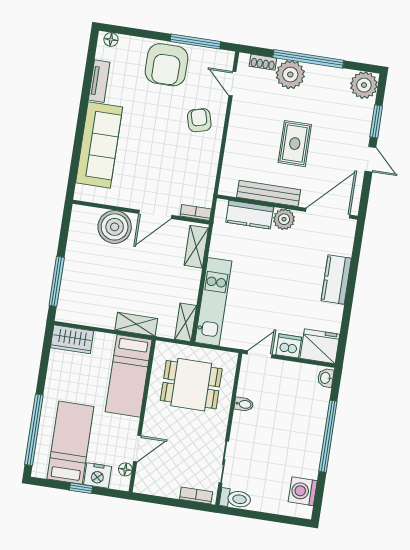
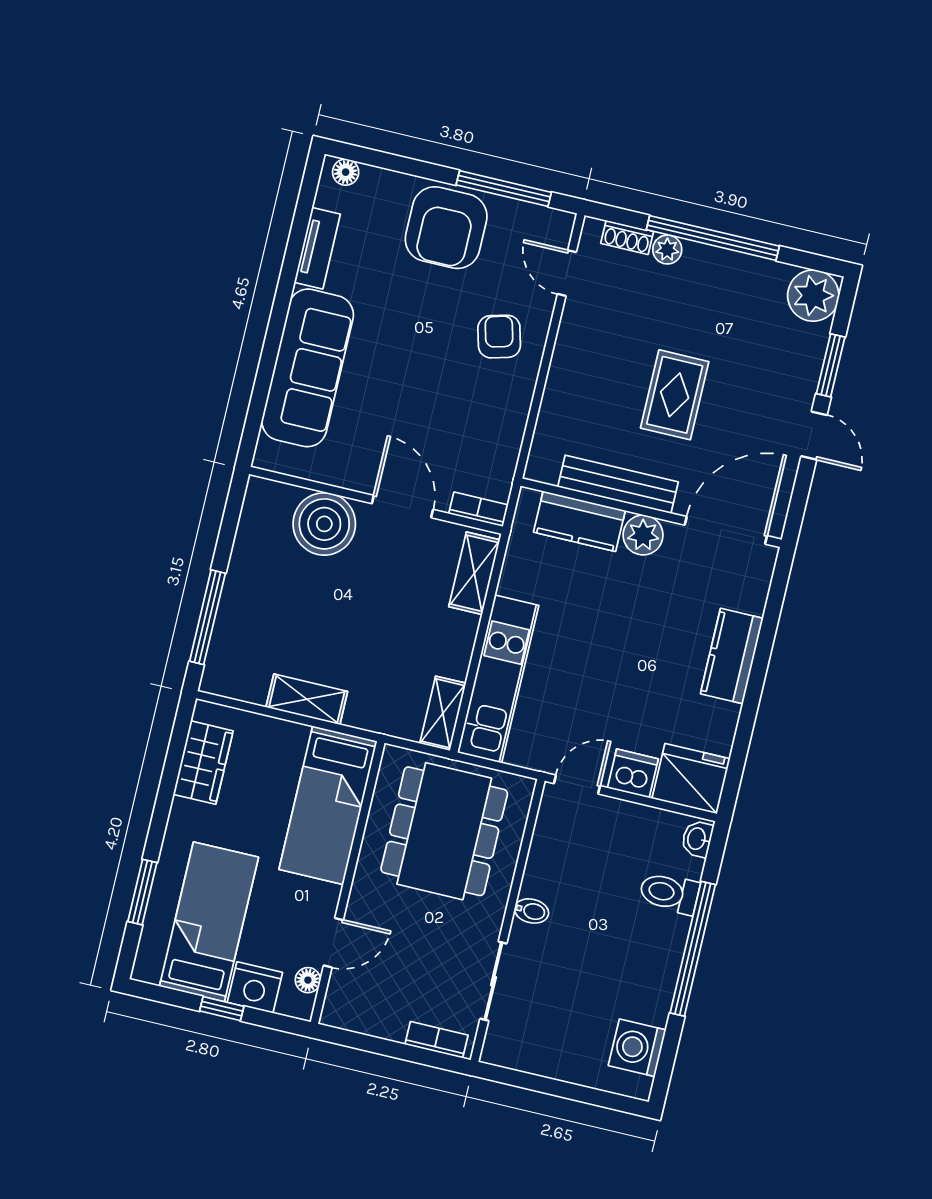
plant: (290, 75) -> (667, 250), width x0.53, depth x0.53
door: (155, 214) -> (402, 507), swing flipped
shelving: (136, 324) -> (307, 699), moved
wardrobe: (72, 339) -> (203, 763), moved, turned -90
dining table: (191, 385) -> (444, 831), width x1.38
bidet: (244, 404) -> (532, 911), moved
window: (34, 430) -> (142, 892), width x0.47
toilet: (235, 499) -> (669, 893), moved, turned 180

